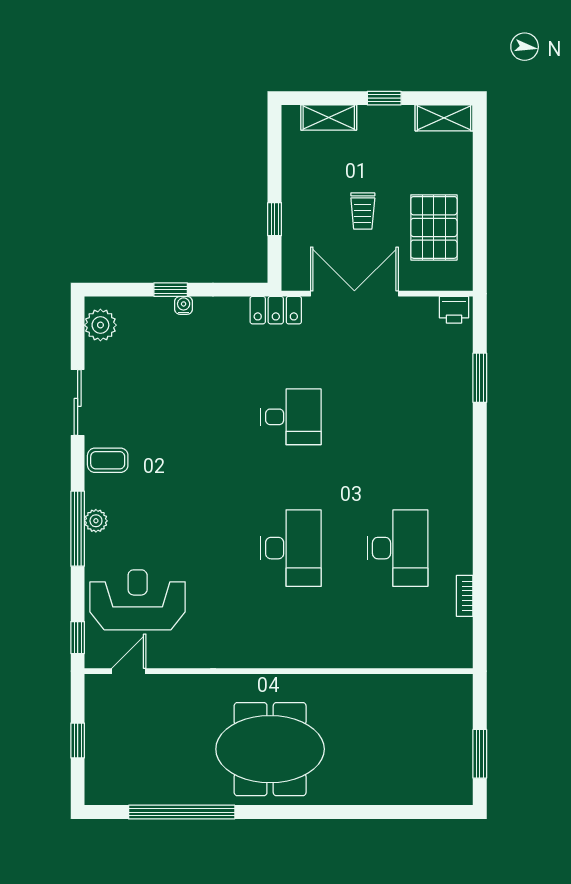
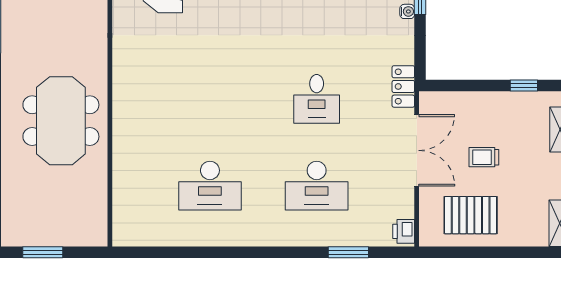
window: (275, 219) -> (524, 86), moved
desk: (291, 548) -> (317, 186), moved
bookcase: (465, 596) -> (171, 240), removed
meeting table: (270, 749) -> (61, 121), moved

